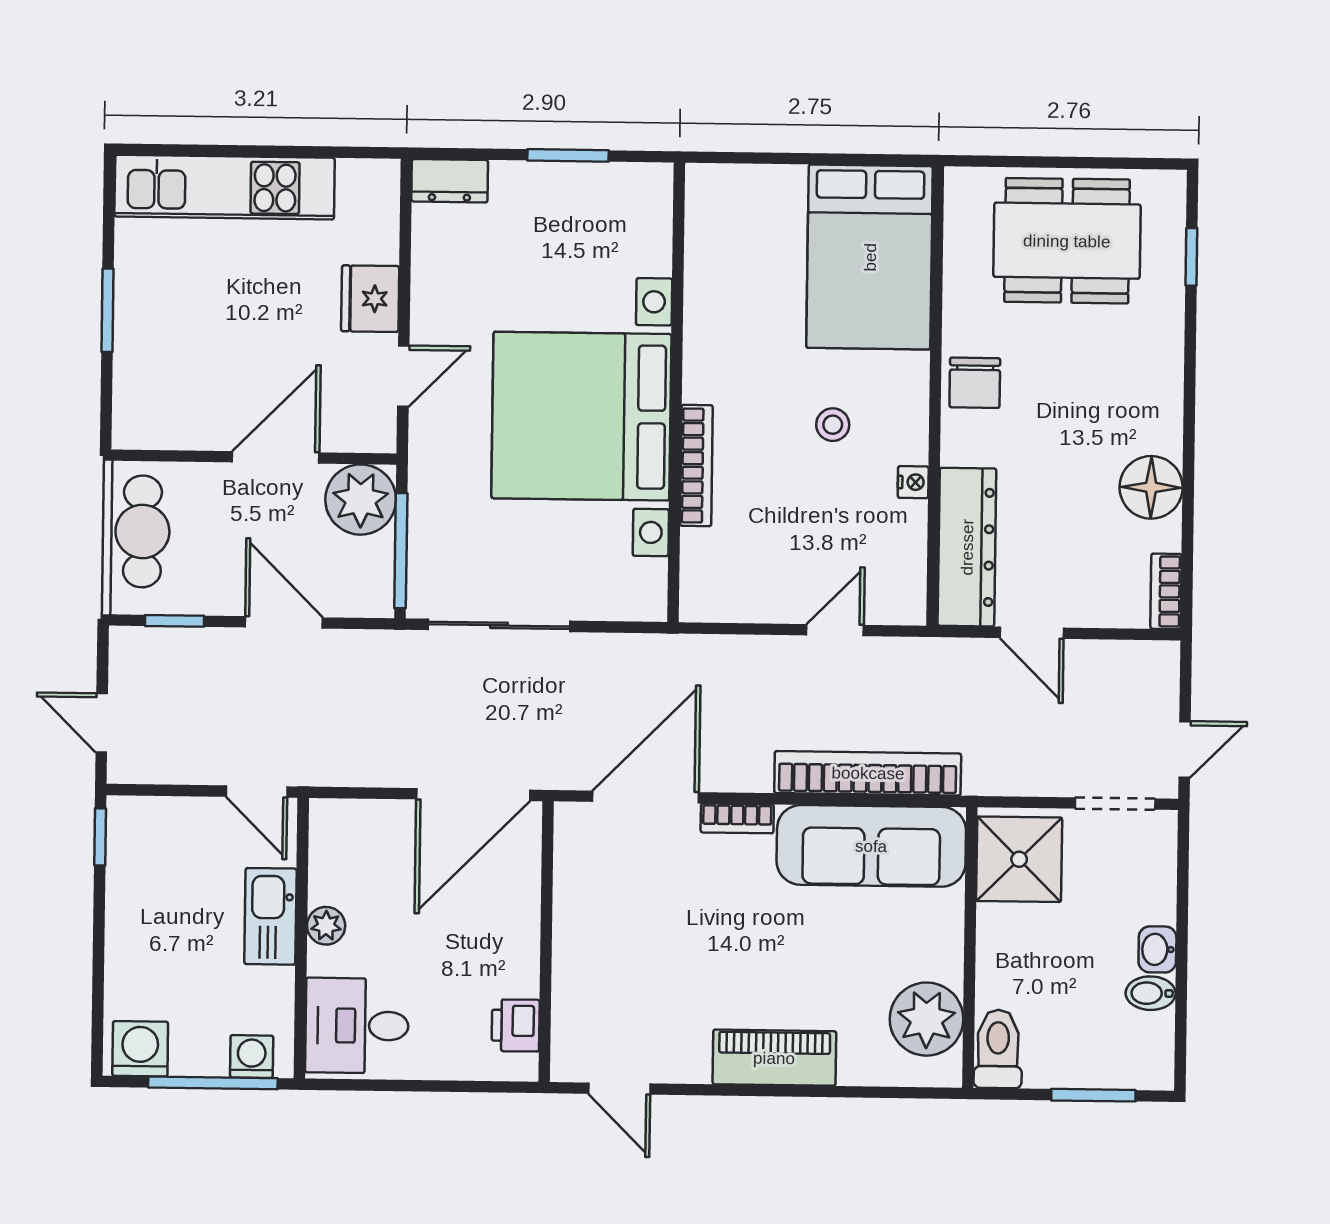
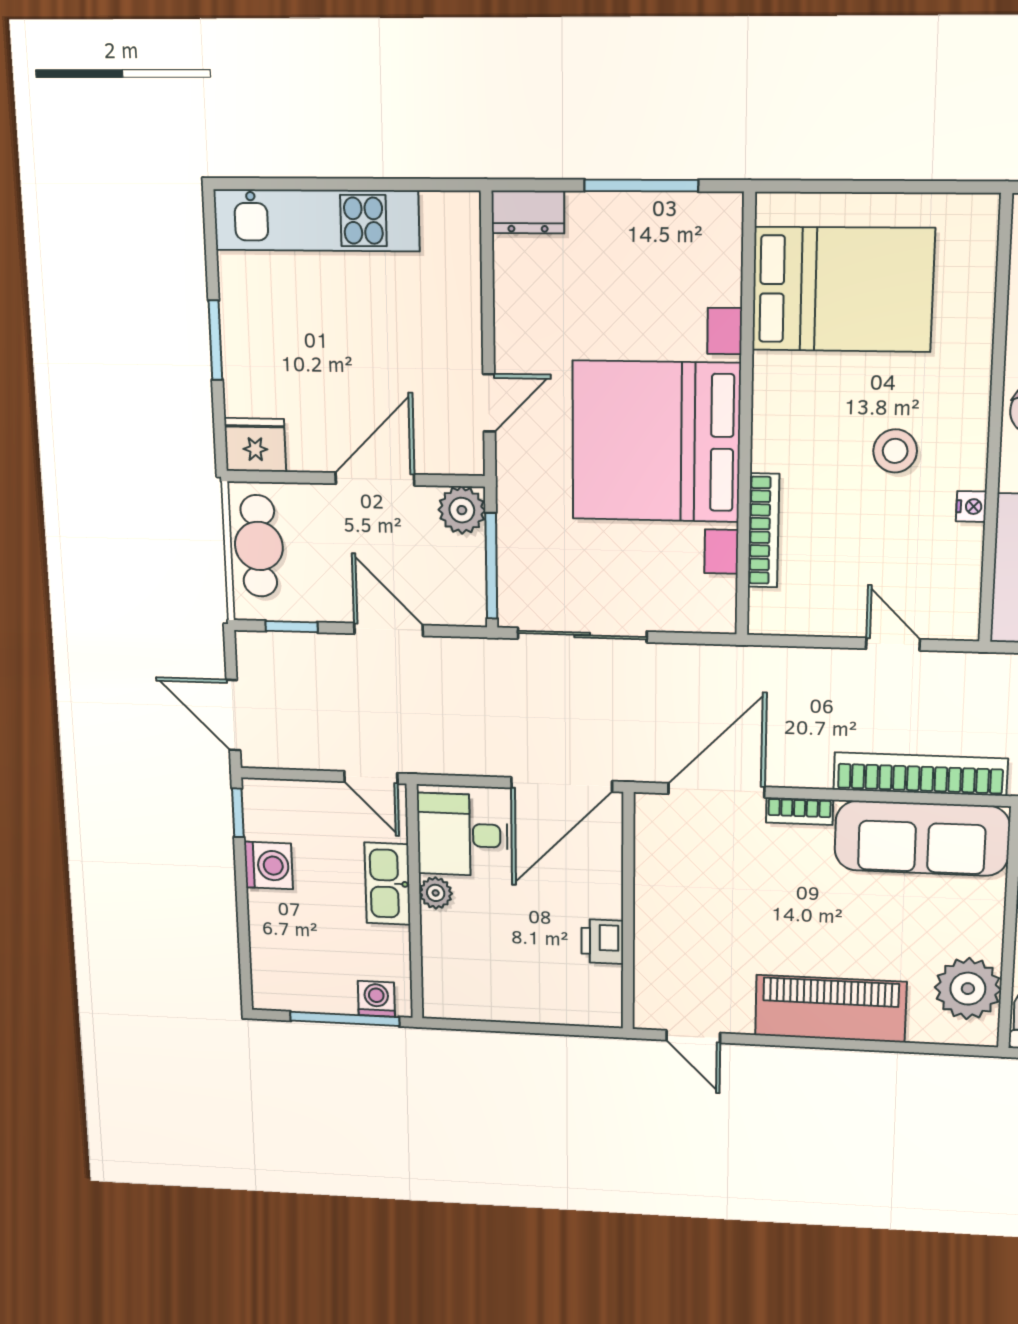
window: (568, 155) -> (641, 186), width x1.44
bed: (870, 257) -> (843, 289), moved, turned -90
fridge: (370, 299) -> (255, 445), moved, turned 90
stool: (833, 425) -> (895, 451), width x1.37, depth x1.37
bookcase: (696, 466) -> (764, 530), moved
plant: (361, 500) -> (462, 510), width x0.73, depth x0.73
door: (835, 630) -> (893, 644), hinge flipped
door: (102, 723) -> (233, 715), width x1.38
printer: (516, 1025) -> (602, 942), moved
desk: (357, 1026) -> (462, 835), moved
washing machine: (140, 1049) -> (269, 865), moved, turned 90
piano: (774, 1058) -> (831, 1009), width x1.37, depth x1.33

